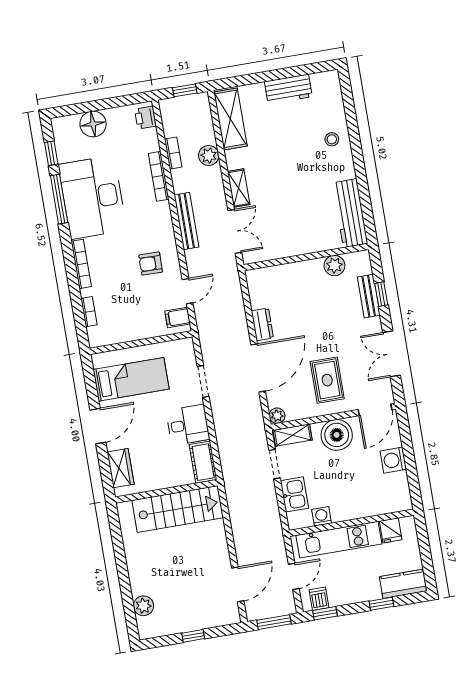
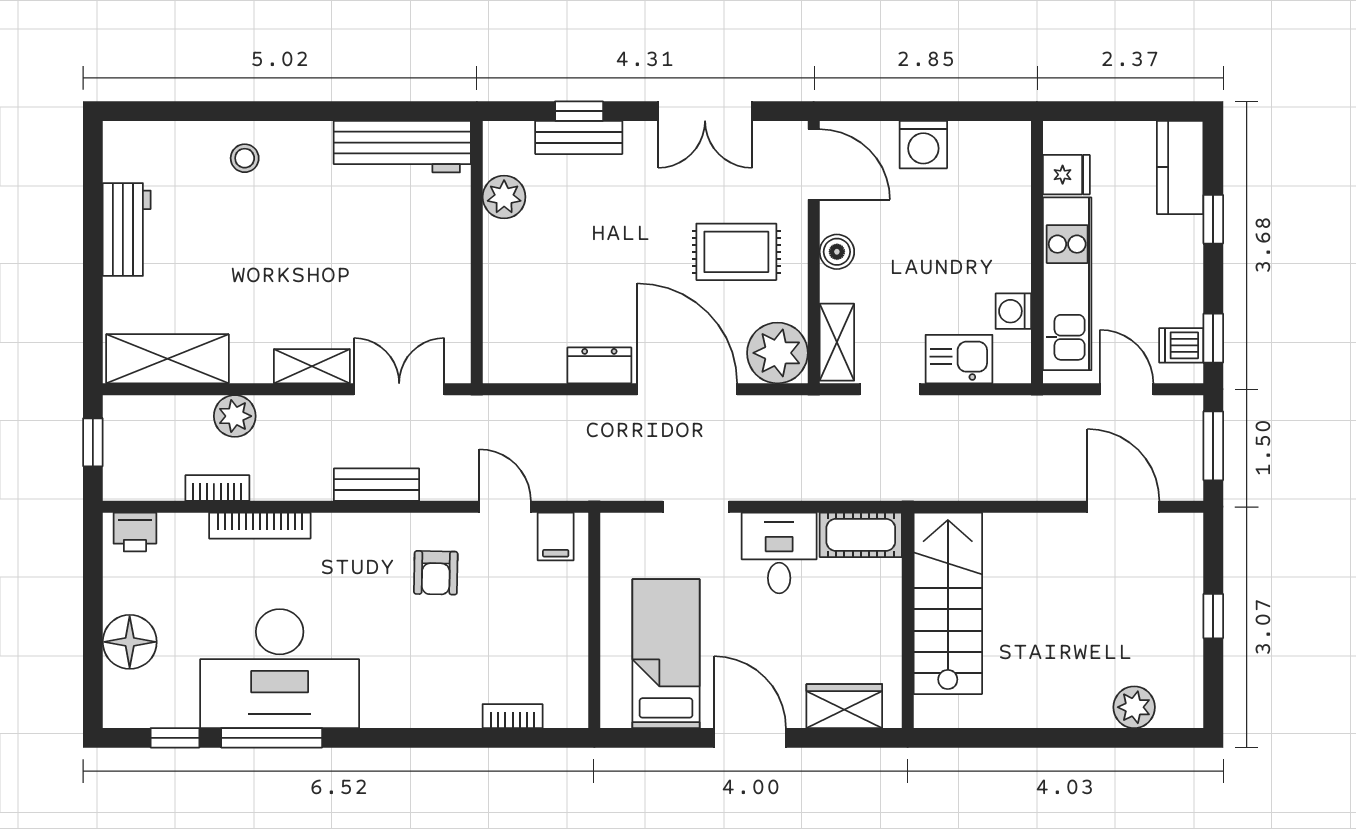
bench: (186, 221) -> (377, 485), width x0.73
bookcase: (81, 264) -> (412, 715), removed
plant: (277, 416) -> (777, 353), width x1.88, depth x1.88
boiler: (337, 435) -> (837, 252), width x0.54, depth x0.54

